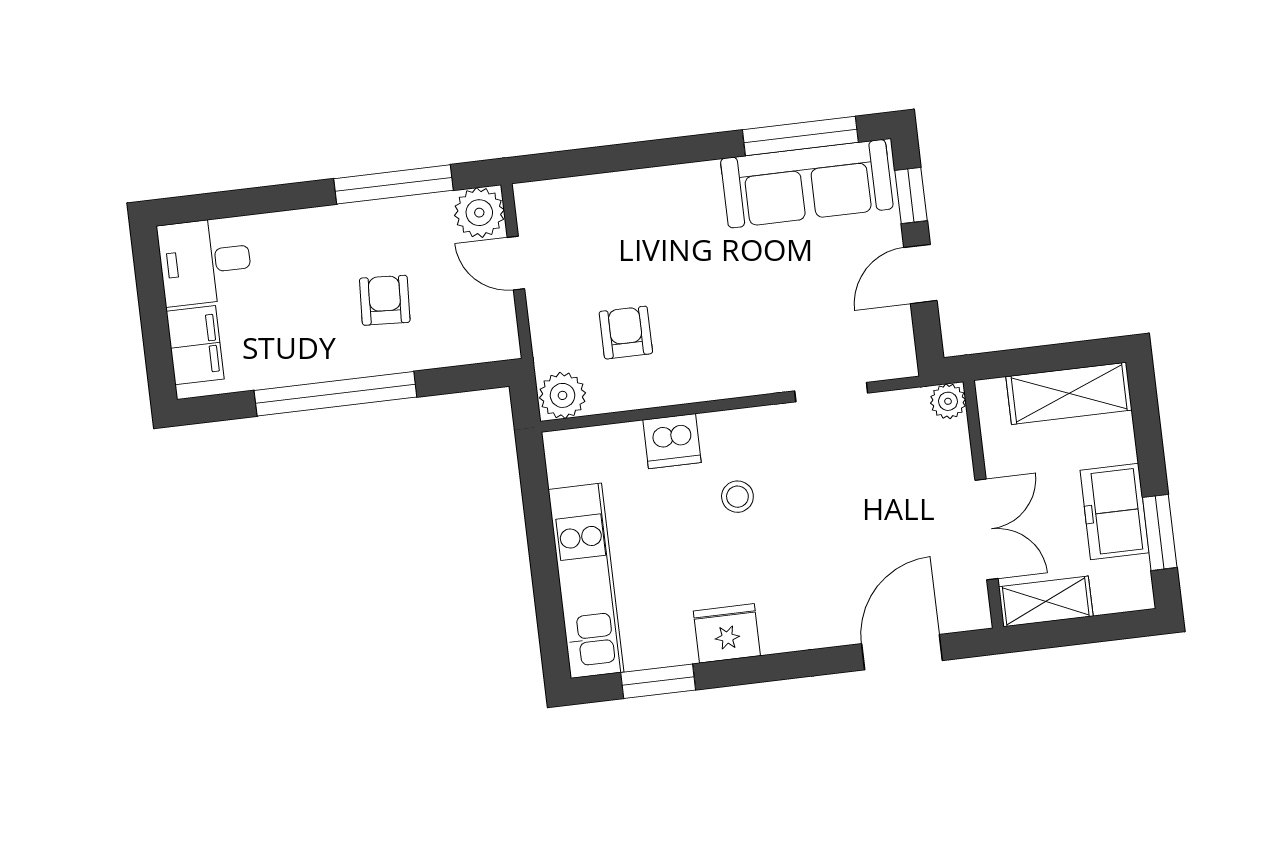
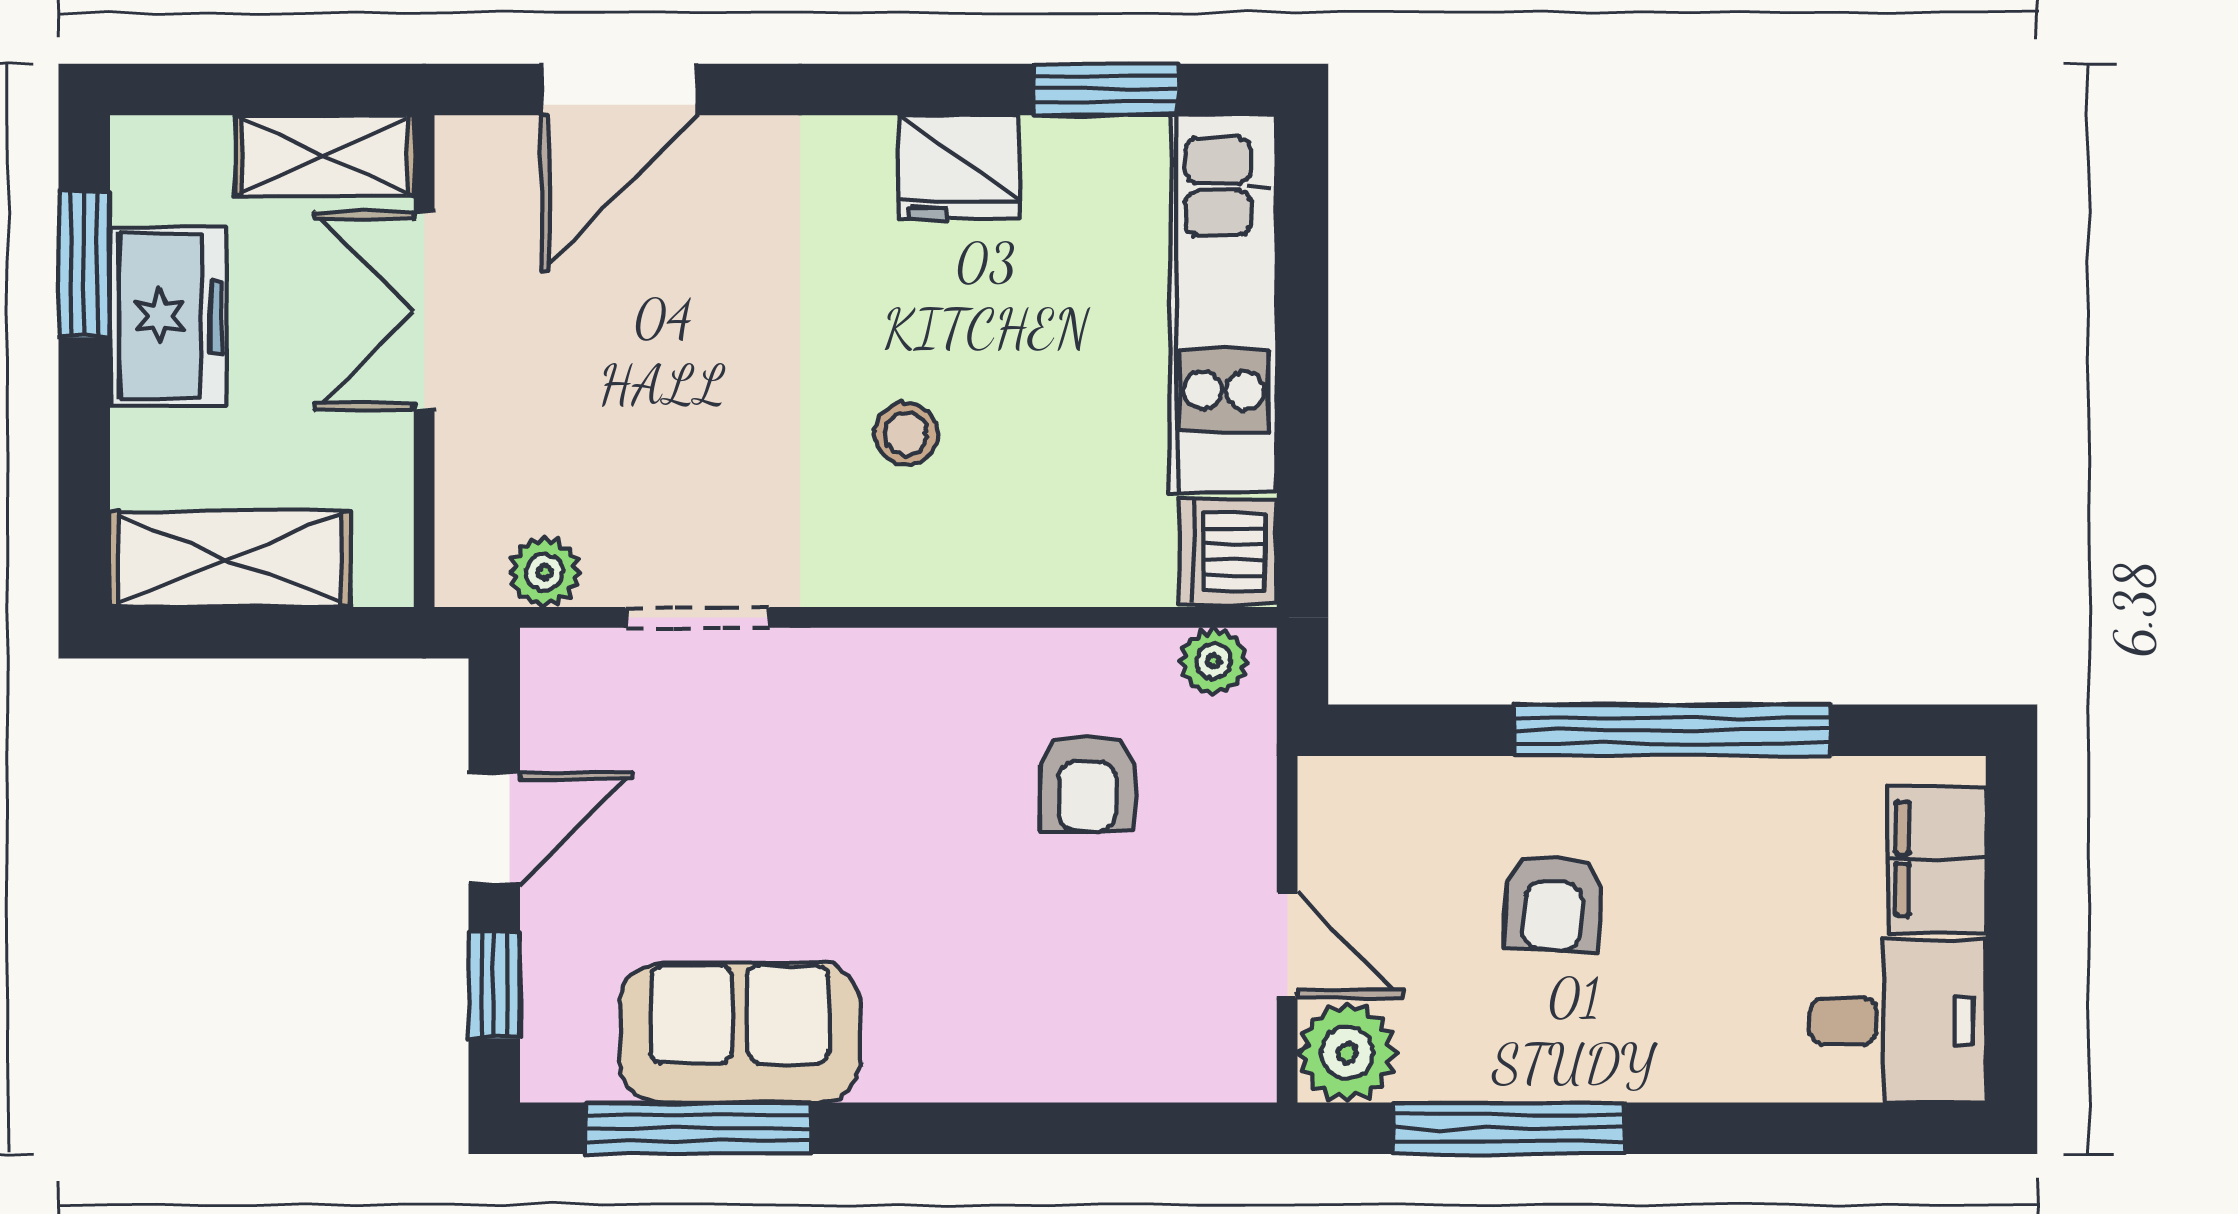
sofa: (807, 184) -> (740, 1033), width x0.73
plant: (563, 395) -> (1214, 661), width x0.73, depth x0.73
plant: (948, 401) -> (545, 572), moved
dishwasher: (672, 441) -> (1228, 552), moved, turned -90

